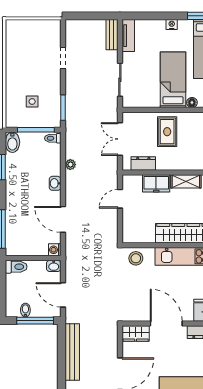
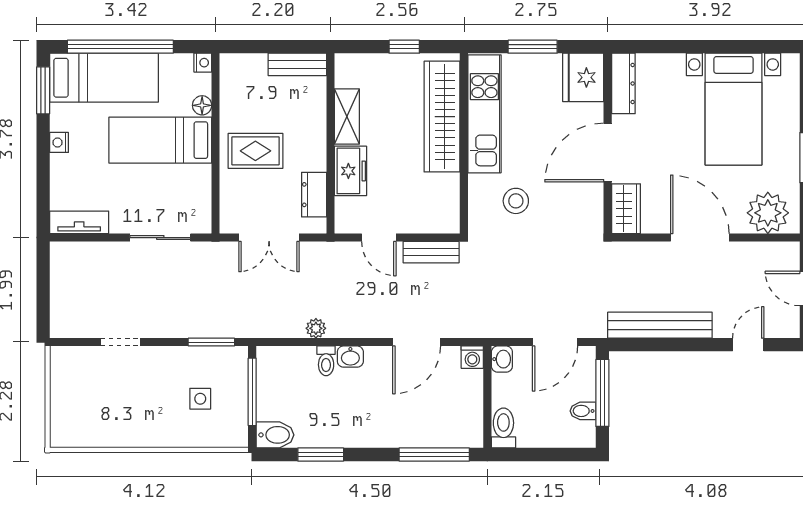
bench: (112, 35) -> (431, 252), moved
toilet: (53, 138) -> (326, 361), moved
stool: (136, 258) -> (516, 201), moved

